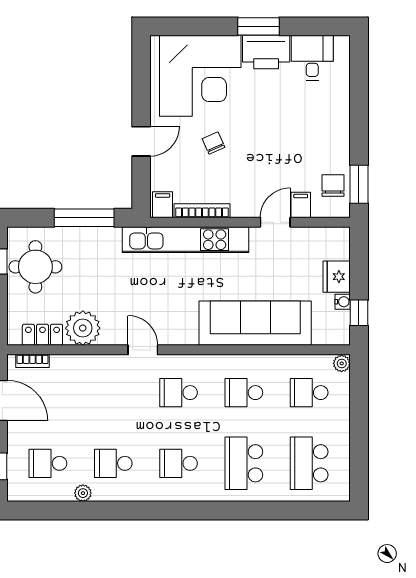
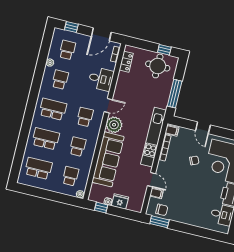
plant: (83, 328) -> (114, 125), moved
desk: (91, 379) -> (101, 79), added
school desk: (179, 463) -> (53, 109), width x1.85

